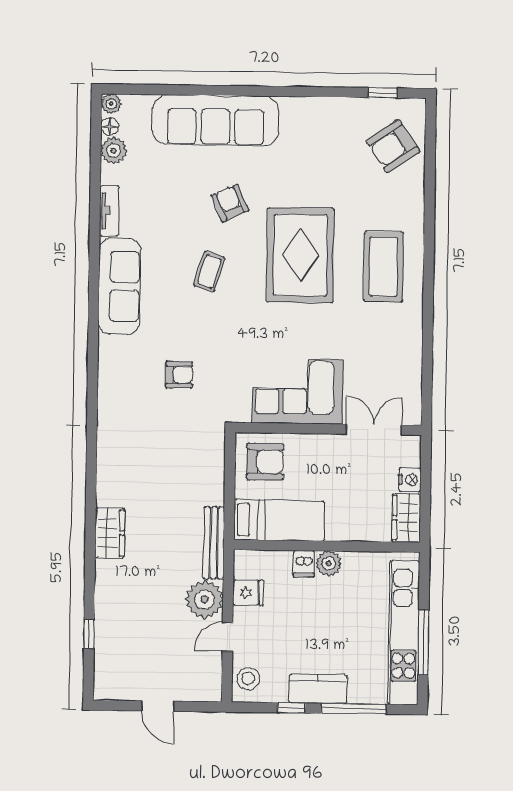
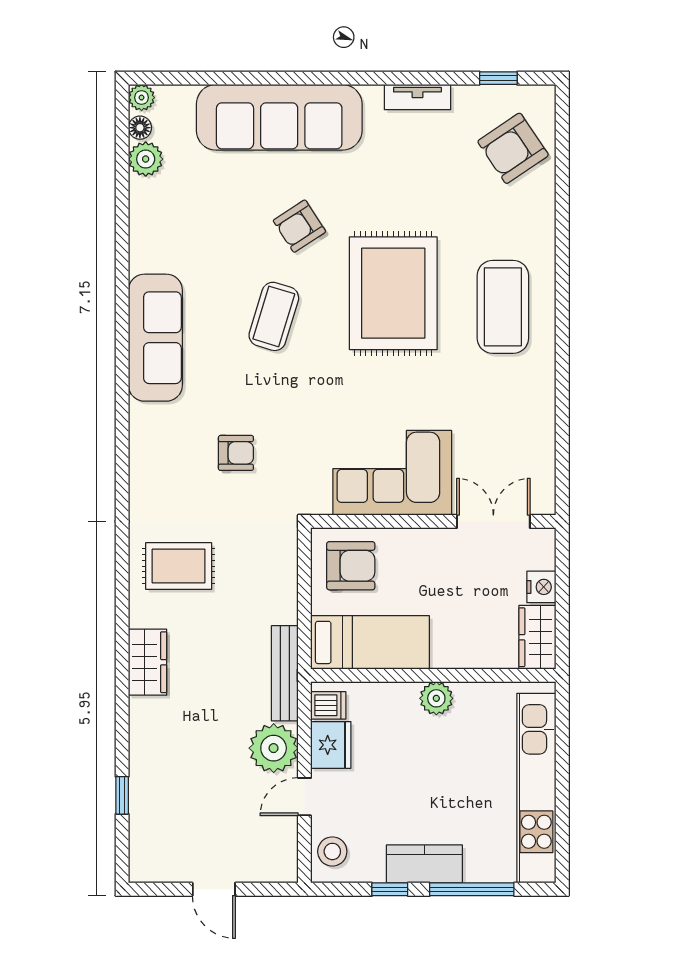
armchair: (230, 203) -> (299, 226), turned -99
tv unit: (109, 211) -> (417, 97), moved, turned 90
coffee table: (209, 271) -> (274, 316), width x1.36, depth x1.30
rug: (134, 460) -> (179, 566), added
dishwasher: (304, 564) -> (328, 705), moved, turned -90
fridge: (248, 593) -> (331, 745), width x1.38
window: (423, 642) -> (562, 801), removed

